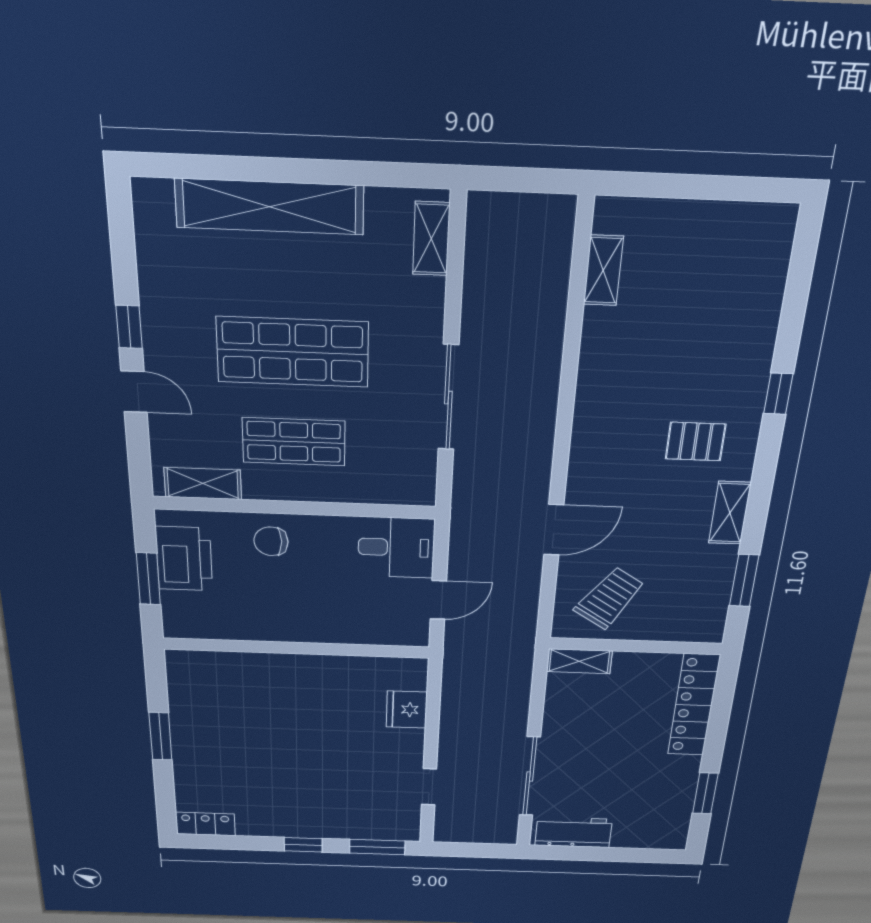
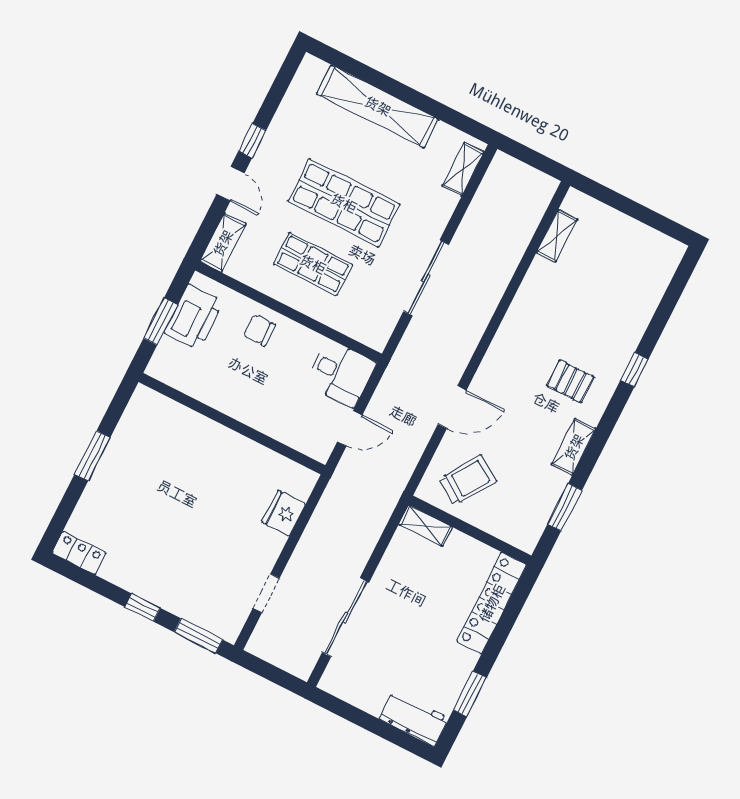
shelving: (203, 484) -> (223, 243), moved, turned 90
workbench: (573, 832) -> (414, 719), moved

